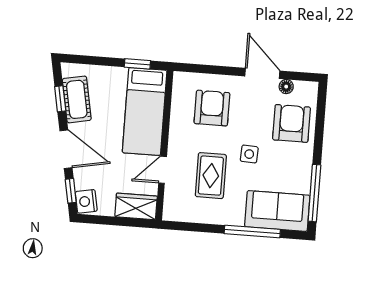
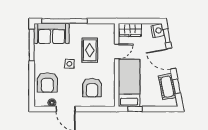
window: (252, 232) -> (64, 21), width x1.46

